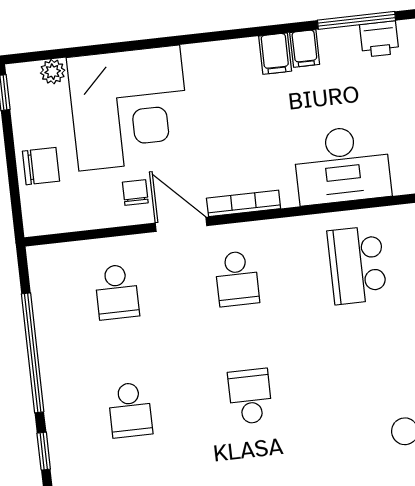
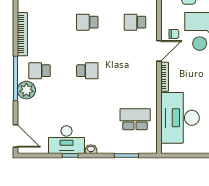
desk: (342, 165) -> (180, 118), width x1.36, depth x1.30
school desk: (237, 279) -> (135, 71), removed

